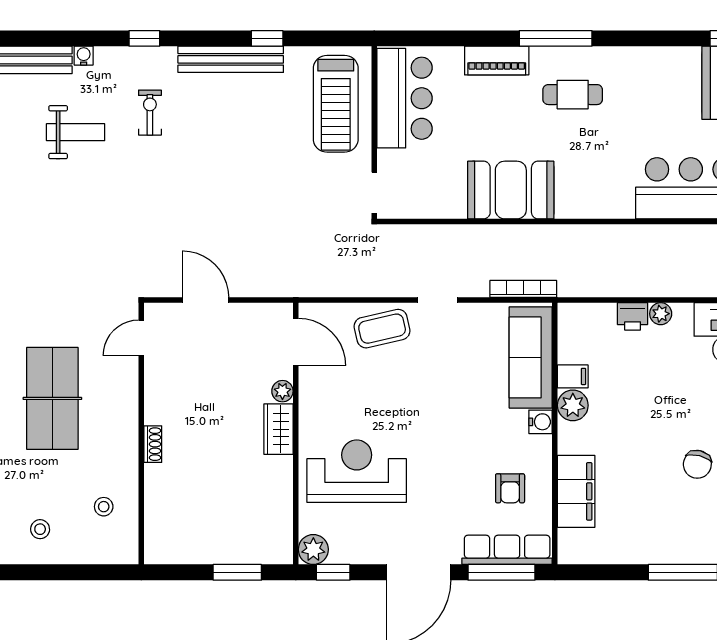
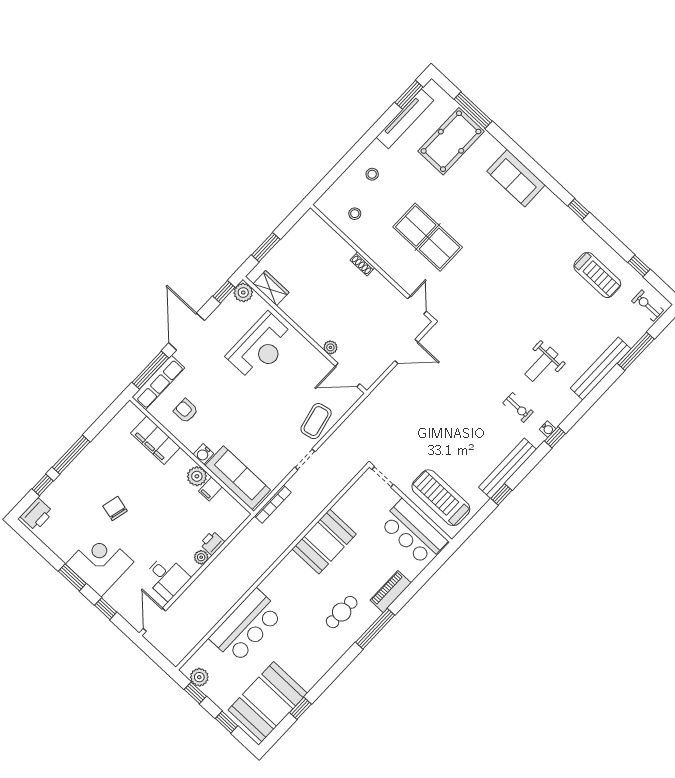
water cooler: (84, 56) -> (548, 429), moved
wardrobe: (279, 429) -> (271, 288), moved

